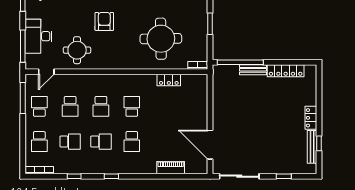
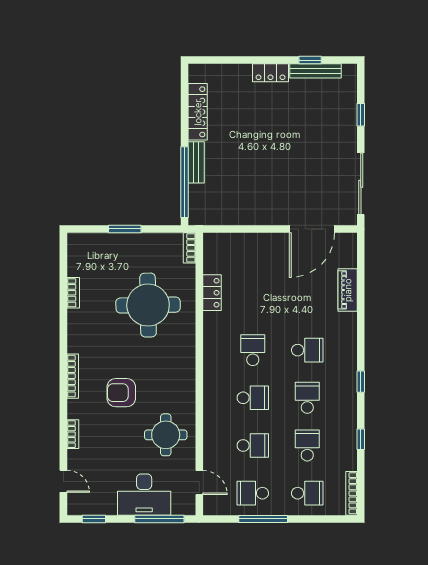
window: (23, 98) -> (263, 519), moved
school desk: (132, 106) -> (253, 350), turned 90

